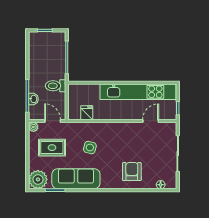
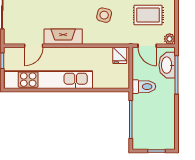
washbasin: (33, 99) -> (167, 65), width x1.91, depth x1.45
fridge: (87, 113) -> (120, 55), moved
fireplace: (125, 129) -> (63, 37), added

